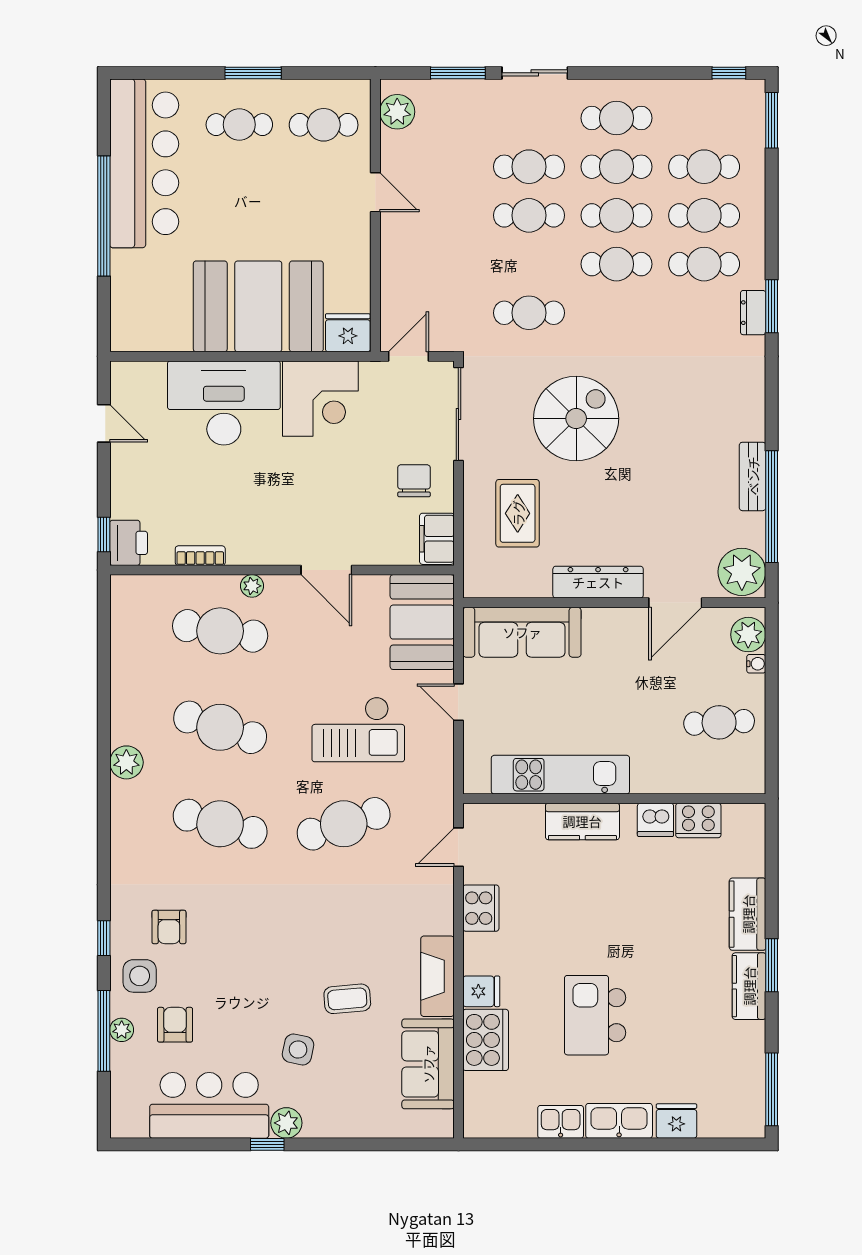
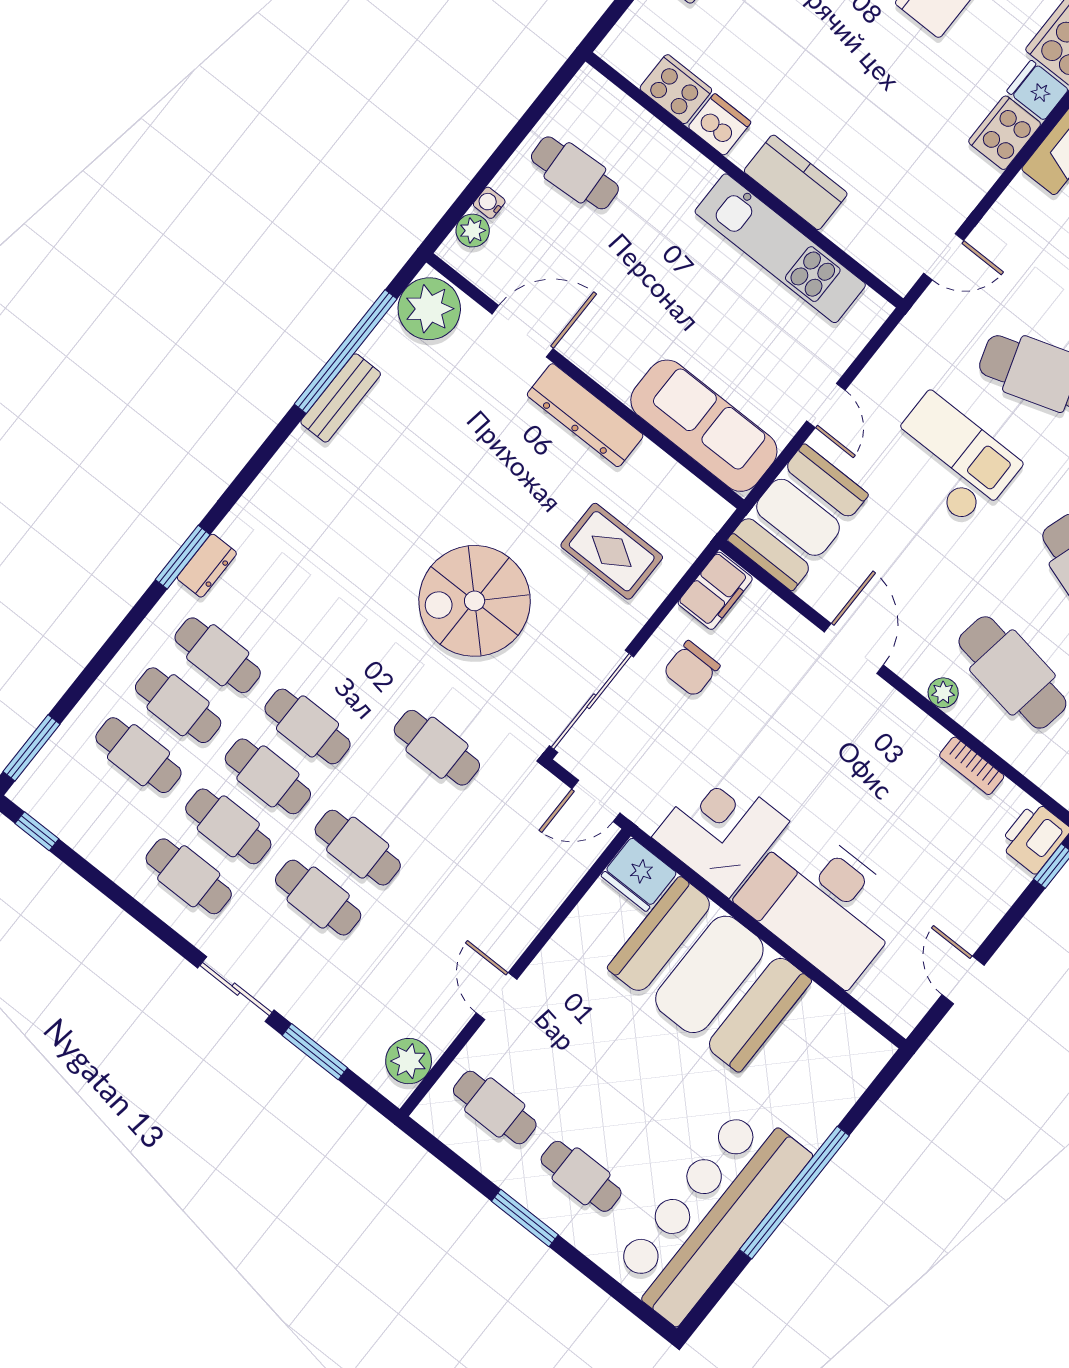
rug: (518, 513) -> (612, 551), turned 90
plant: (748, 635) -> (473, 231), width x0.73, depth x0.73
cooker: (481, 908) -> (1005, 133), moved

